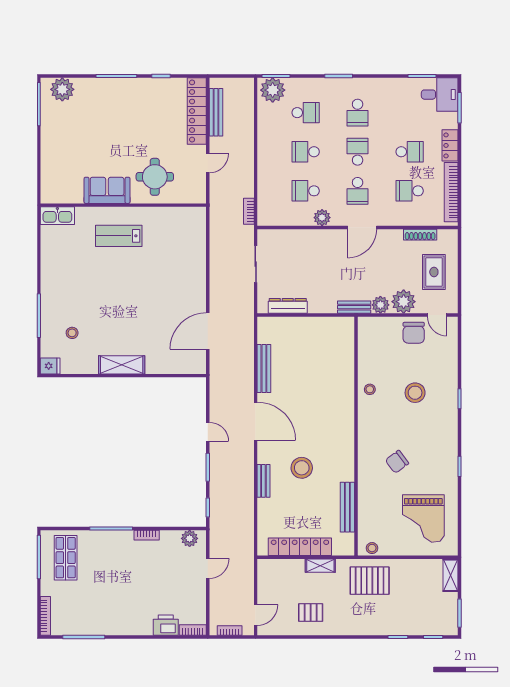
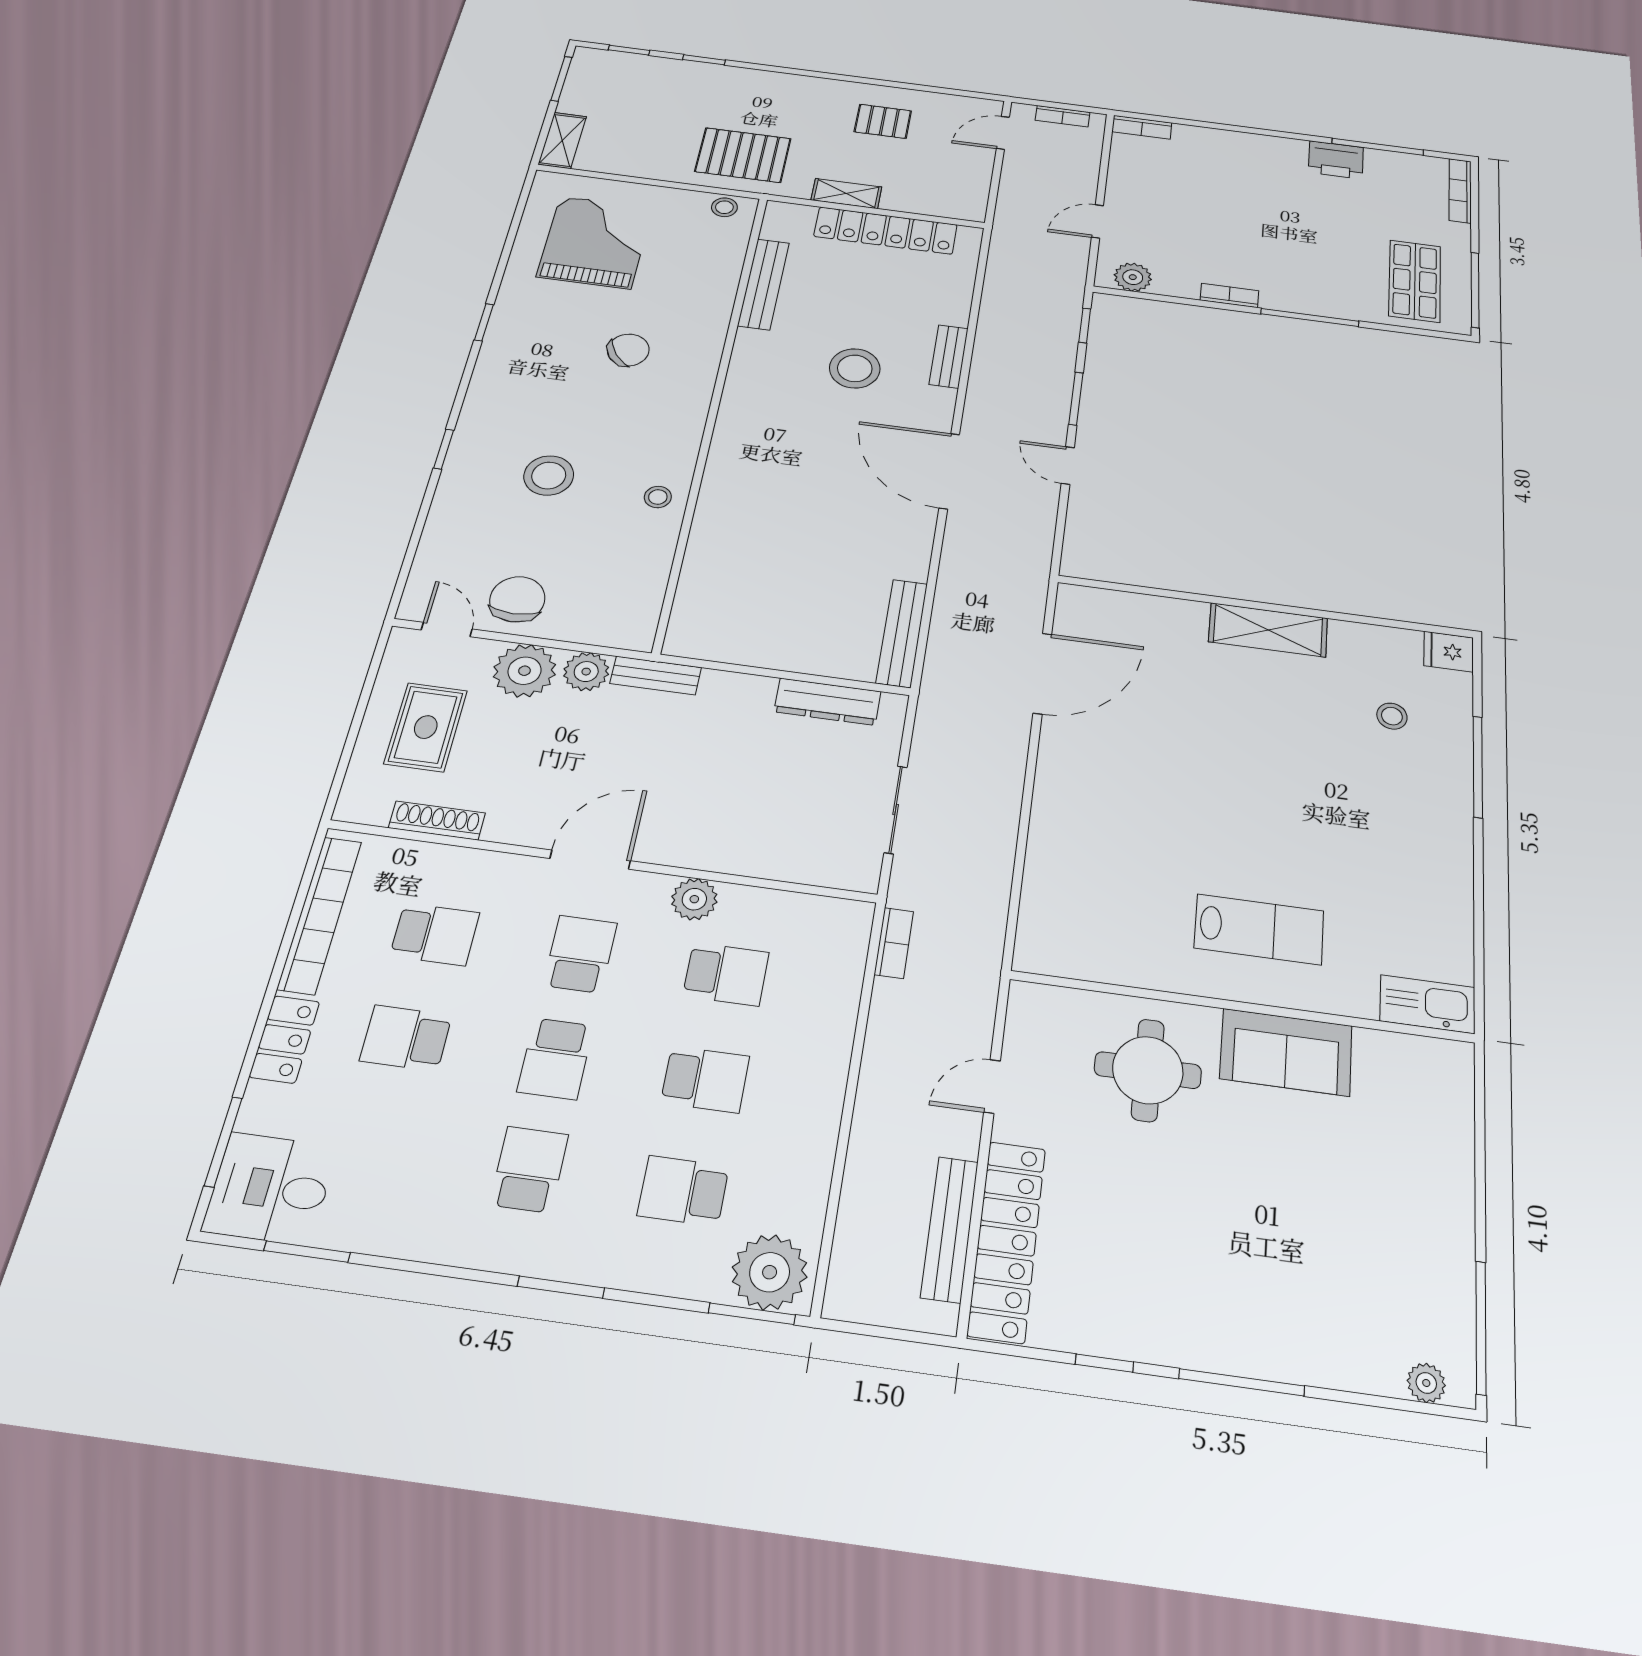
plant: (62, 89) -> (1426, 1383), width x0.53, depth x0.53
bench: (264, 369) -> (902, 633), moved
printer: (166, 625) -> (1336, 160), moved

